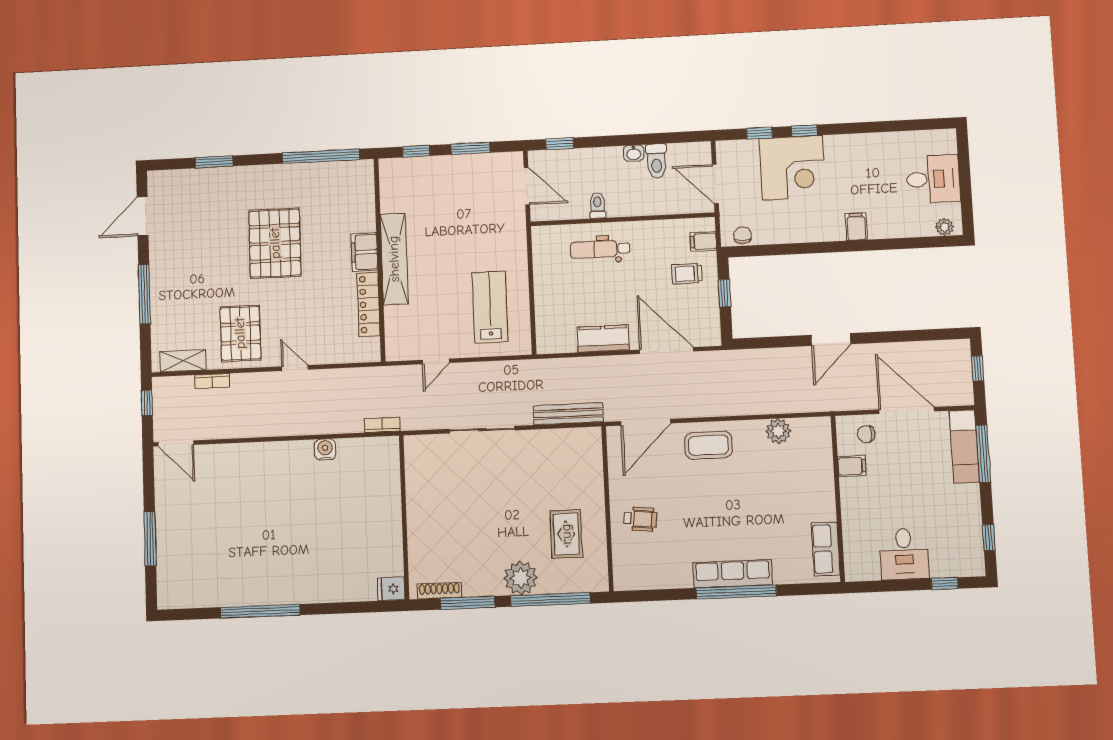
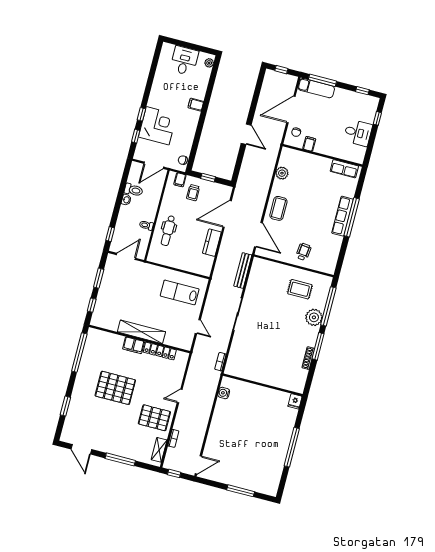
wall: (404, 517) -> (263, 385), moved
fridge: (391, 589) -> (295, 401), moved

